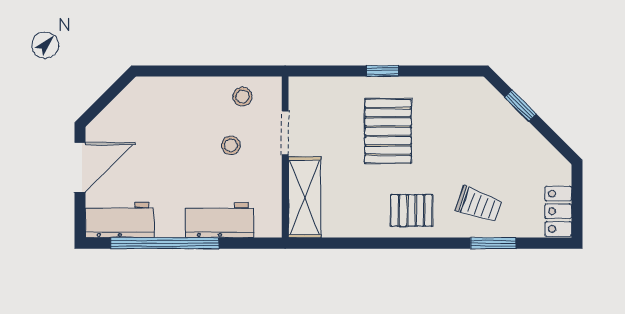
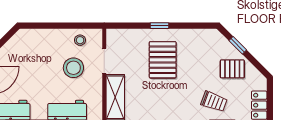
stool: (231, 145) -> (73, 68), width x1.89, depth x1.89
pallet: (412, 210) -> (232, 69), moved

